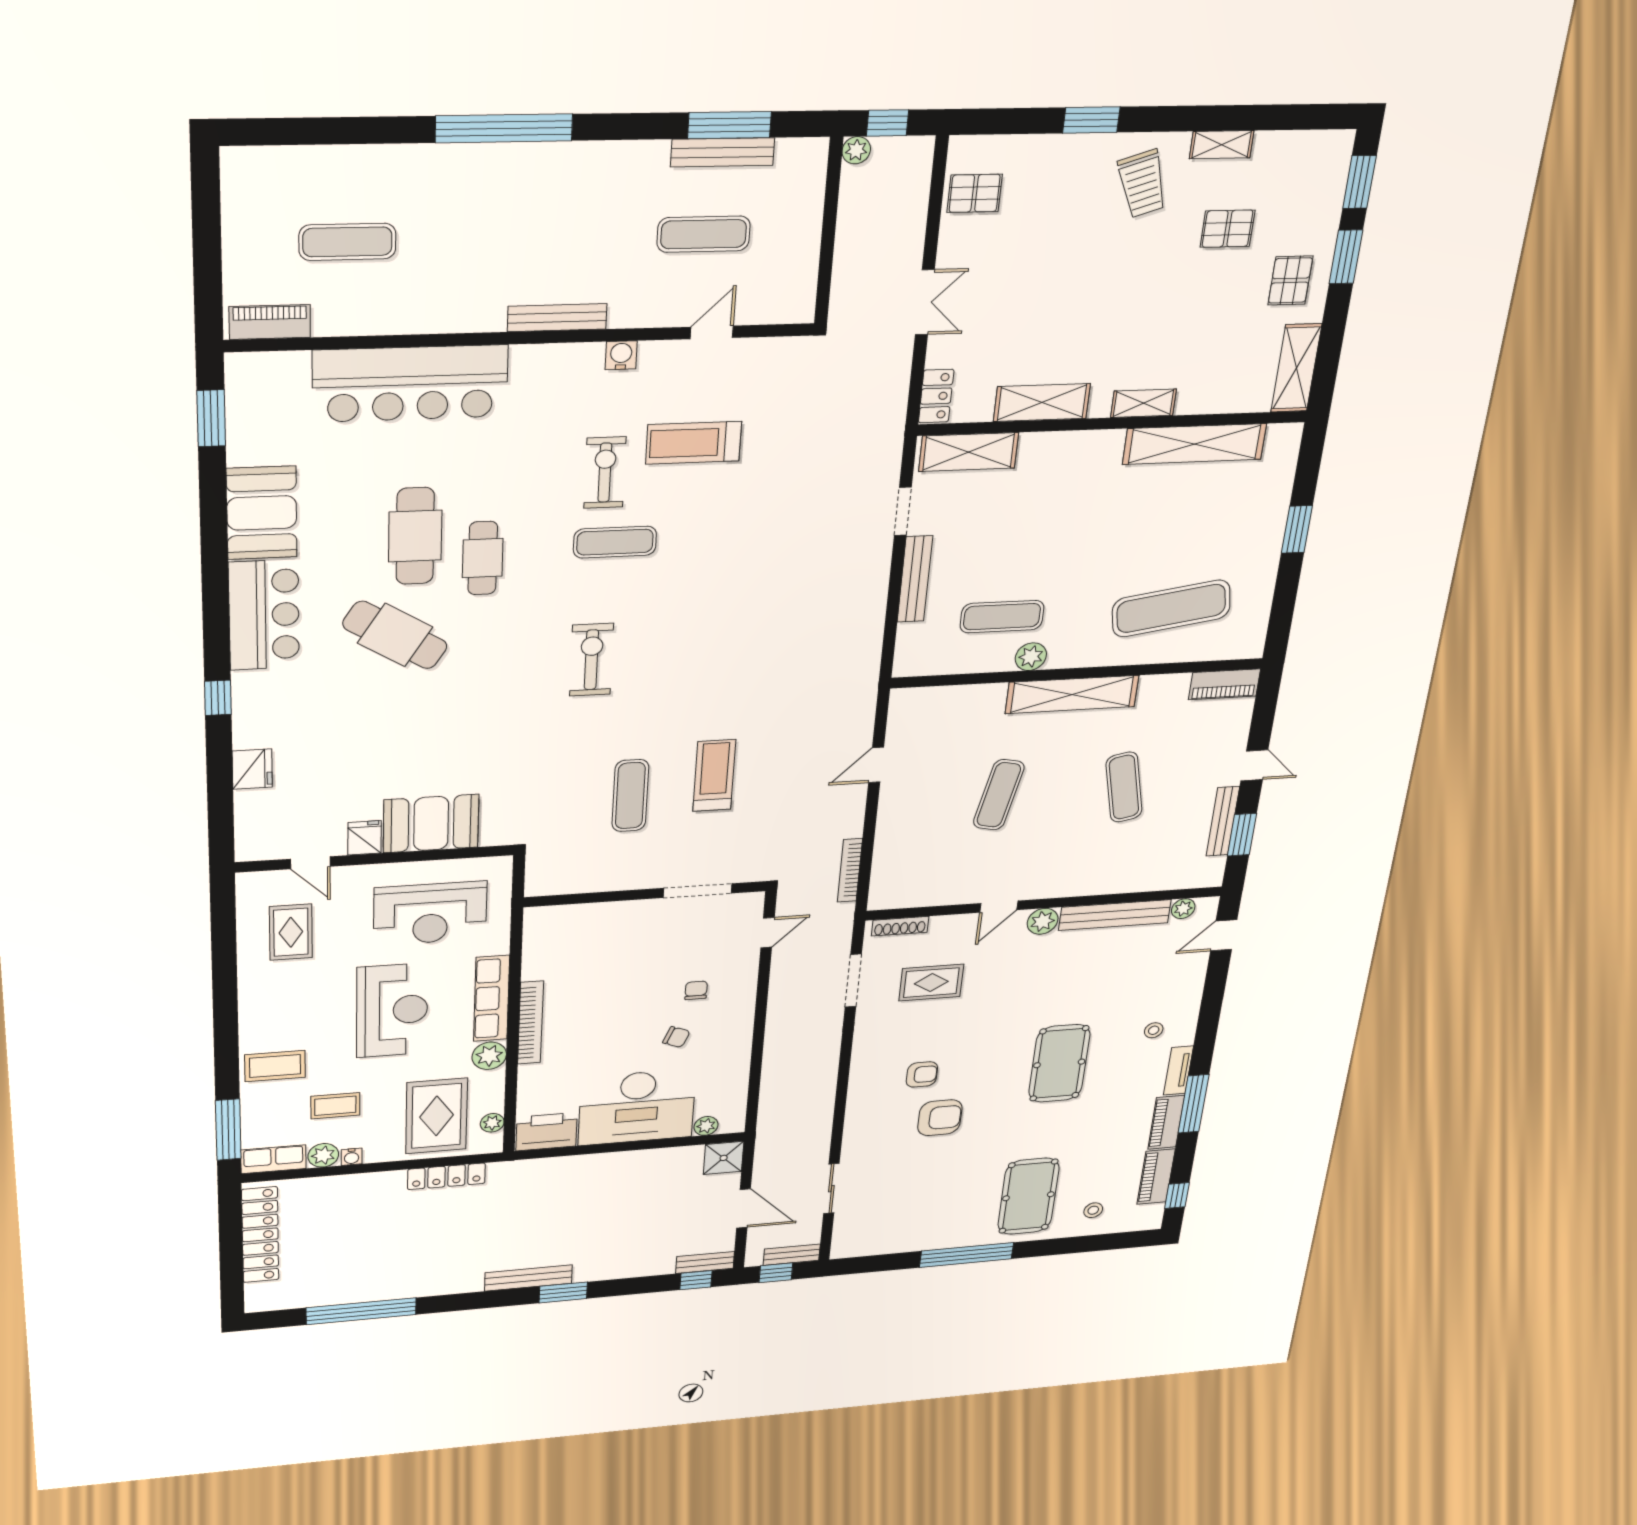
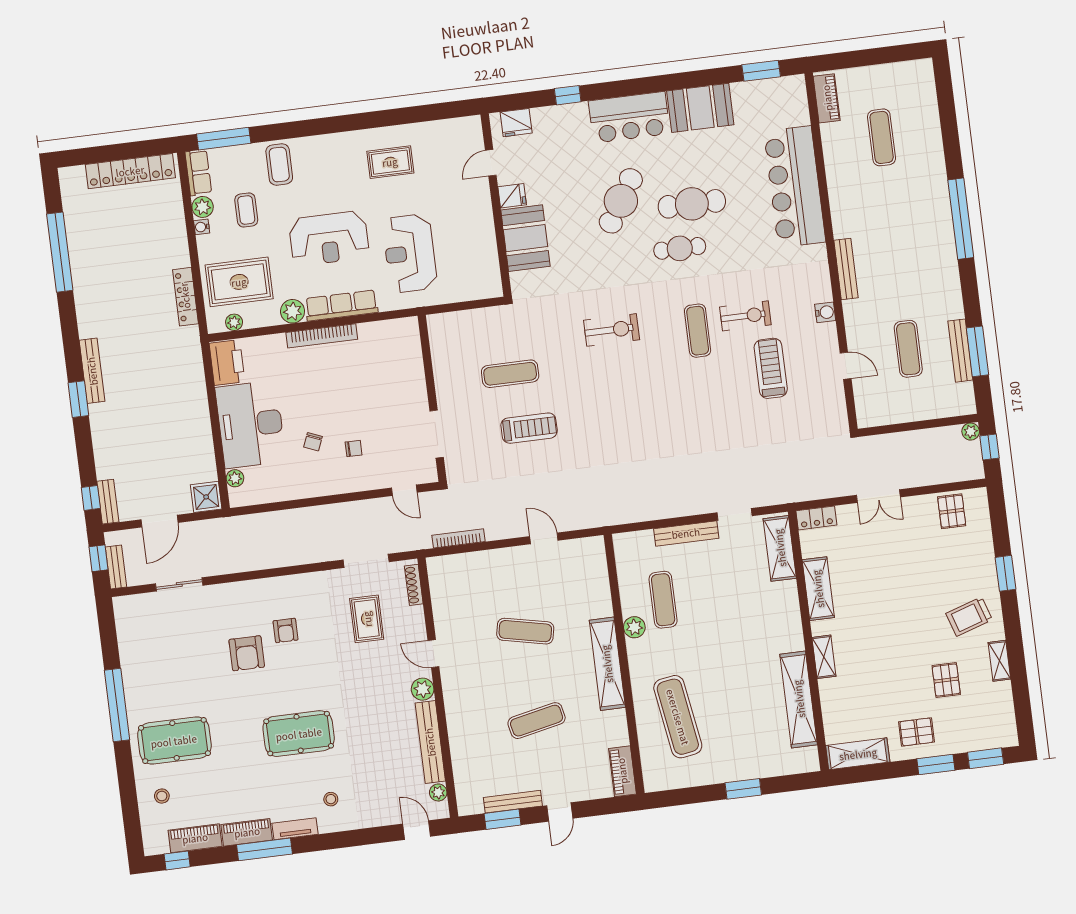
booth: (431, 824) -> (526, 238), moved
fridge: (365, 838) -> (512, 196), moved
wall: (375, 859) -> (496, 205), moved
door: (310, 863) -> (491, 163), moved

